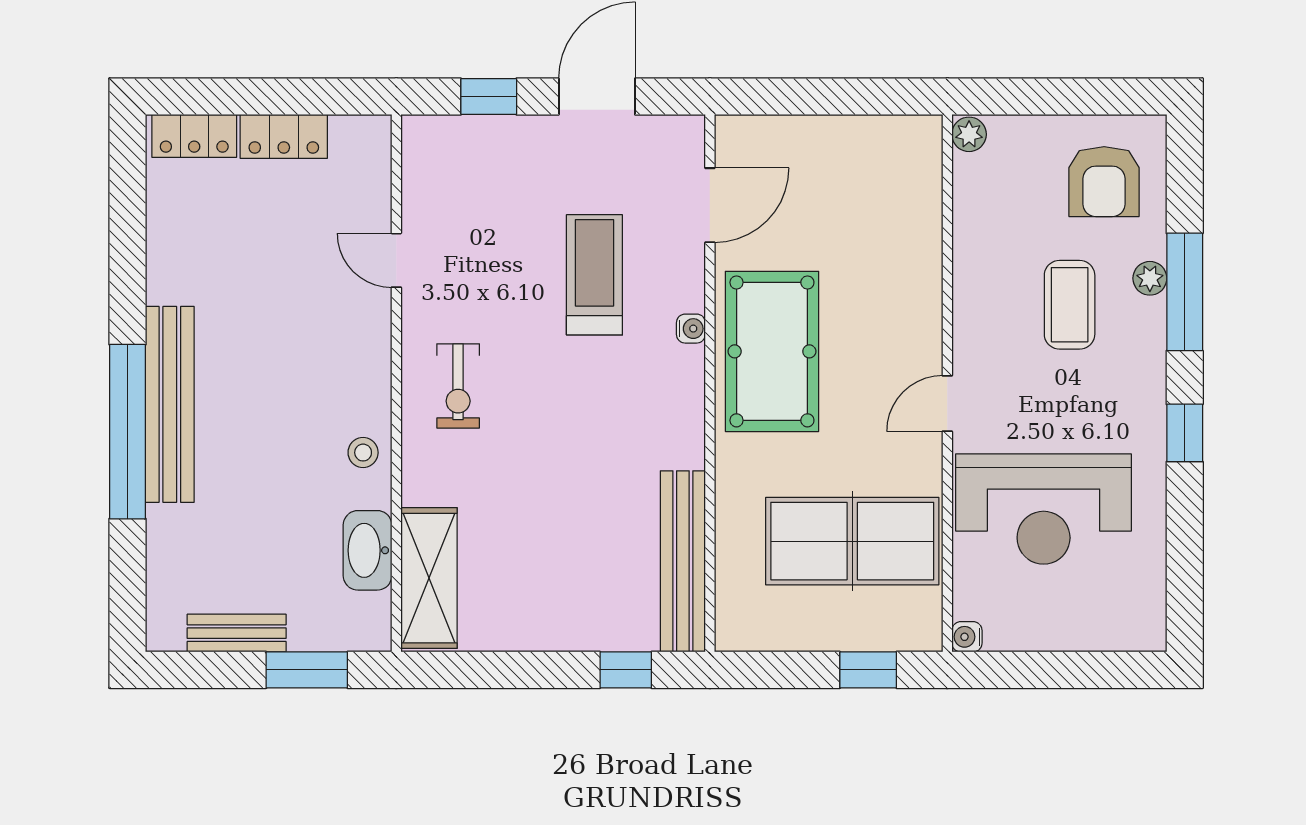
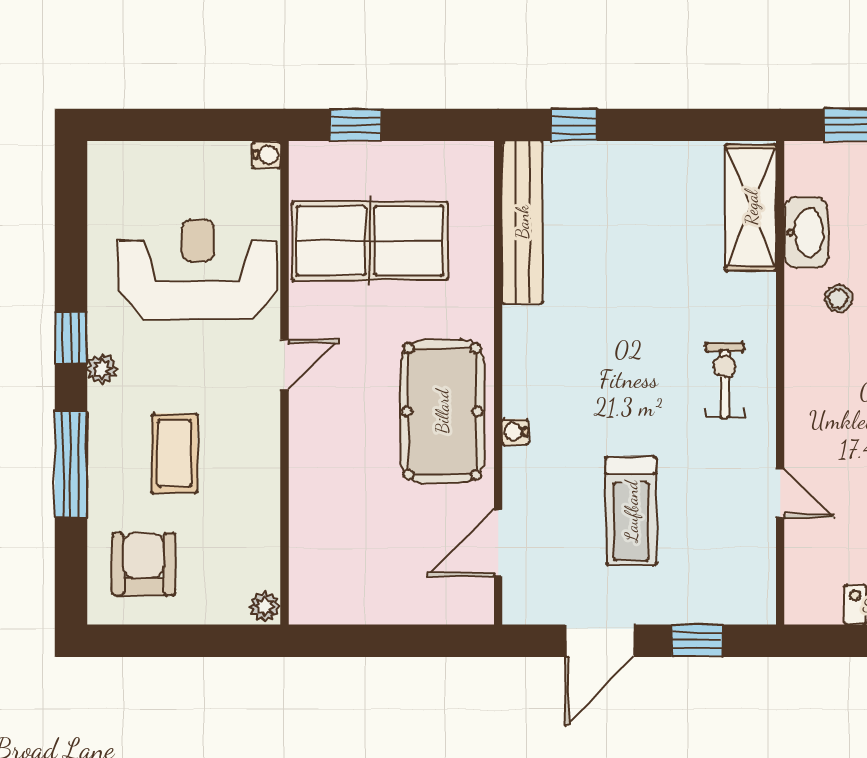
treadmill: (594, 275) -> (631, 511), moved
plant: (1150, 278) -> (102, 369), moved
stool: (363, 453) -> (838, 299), moved

